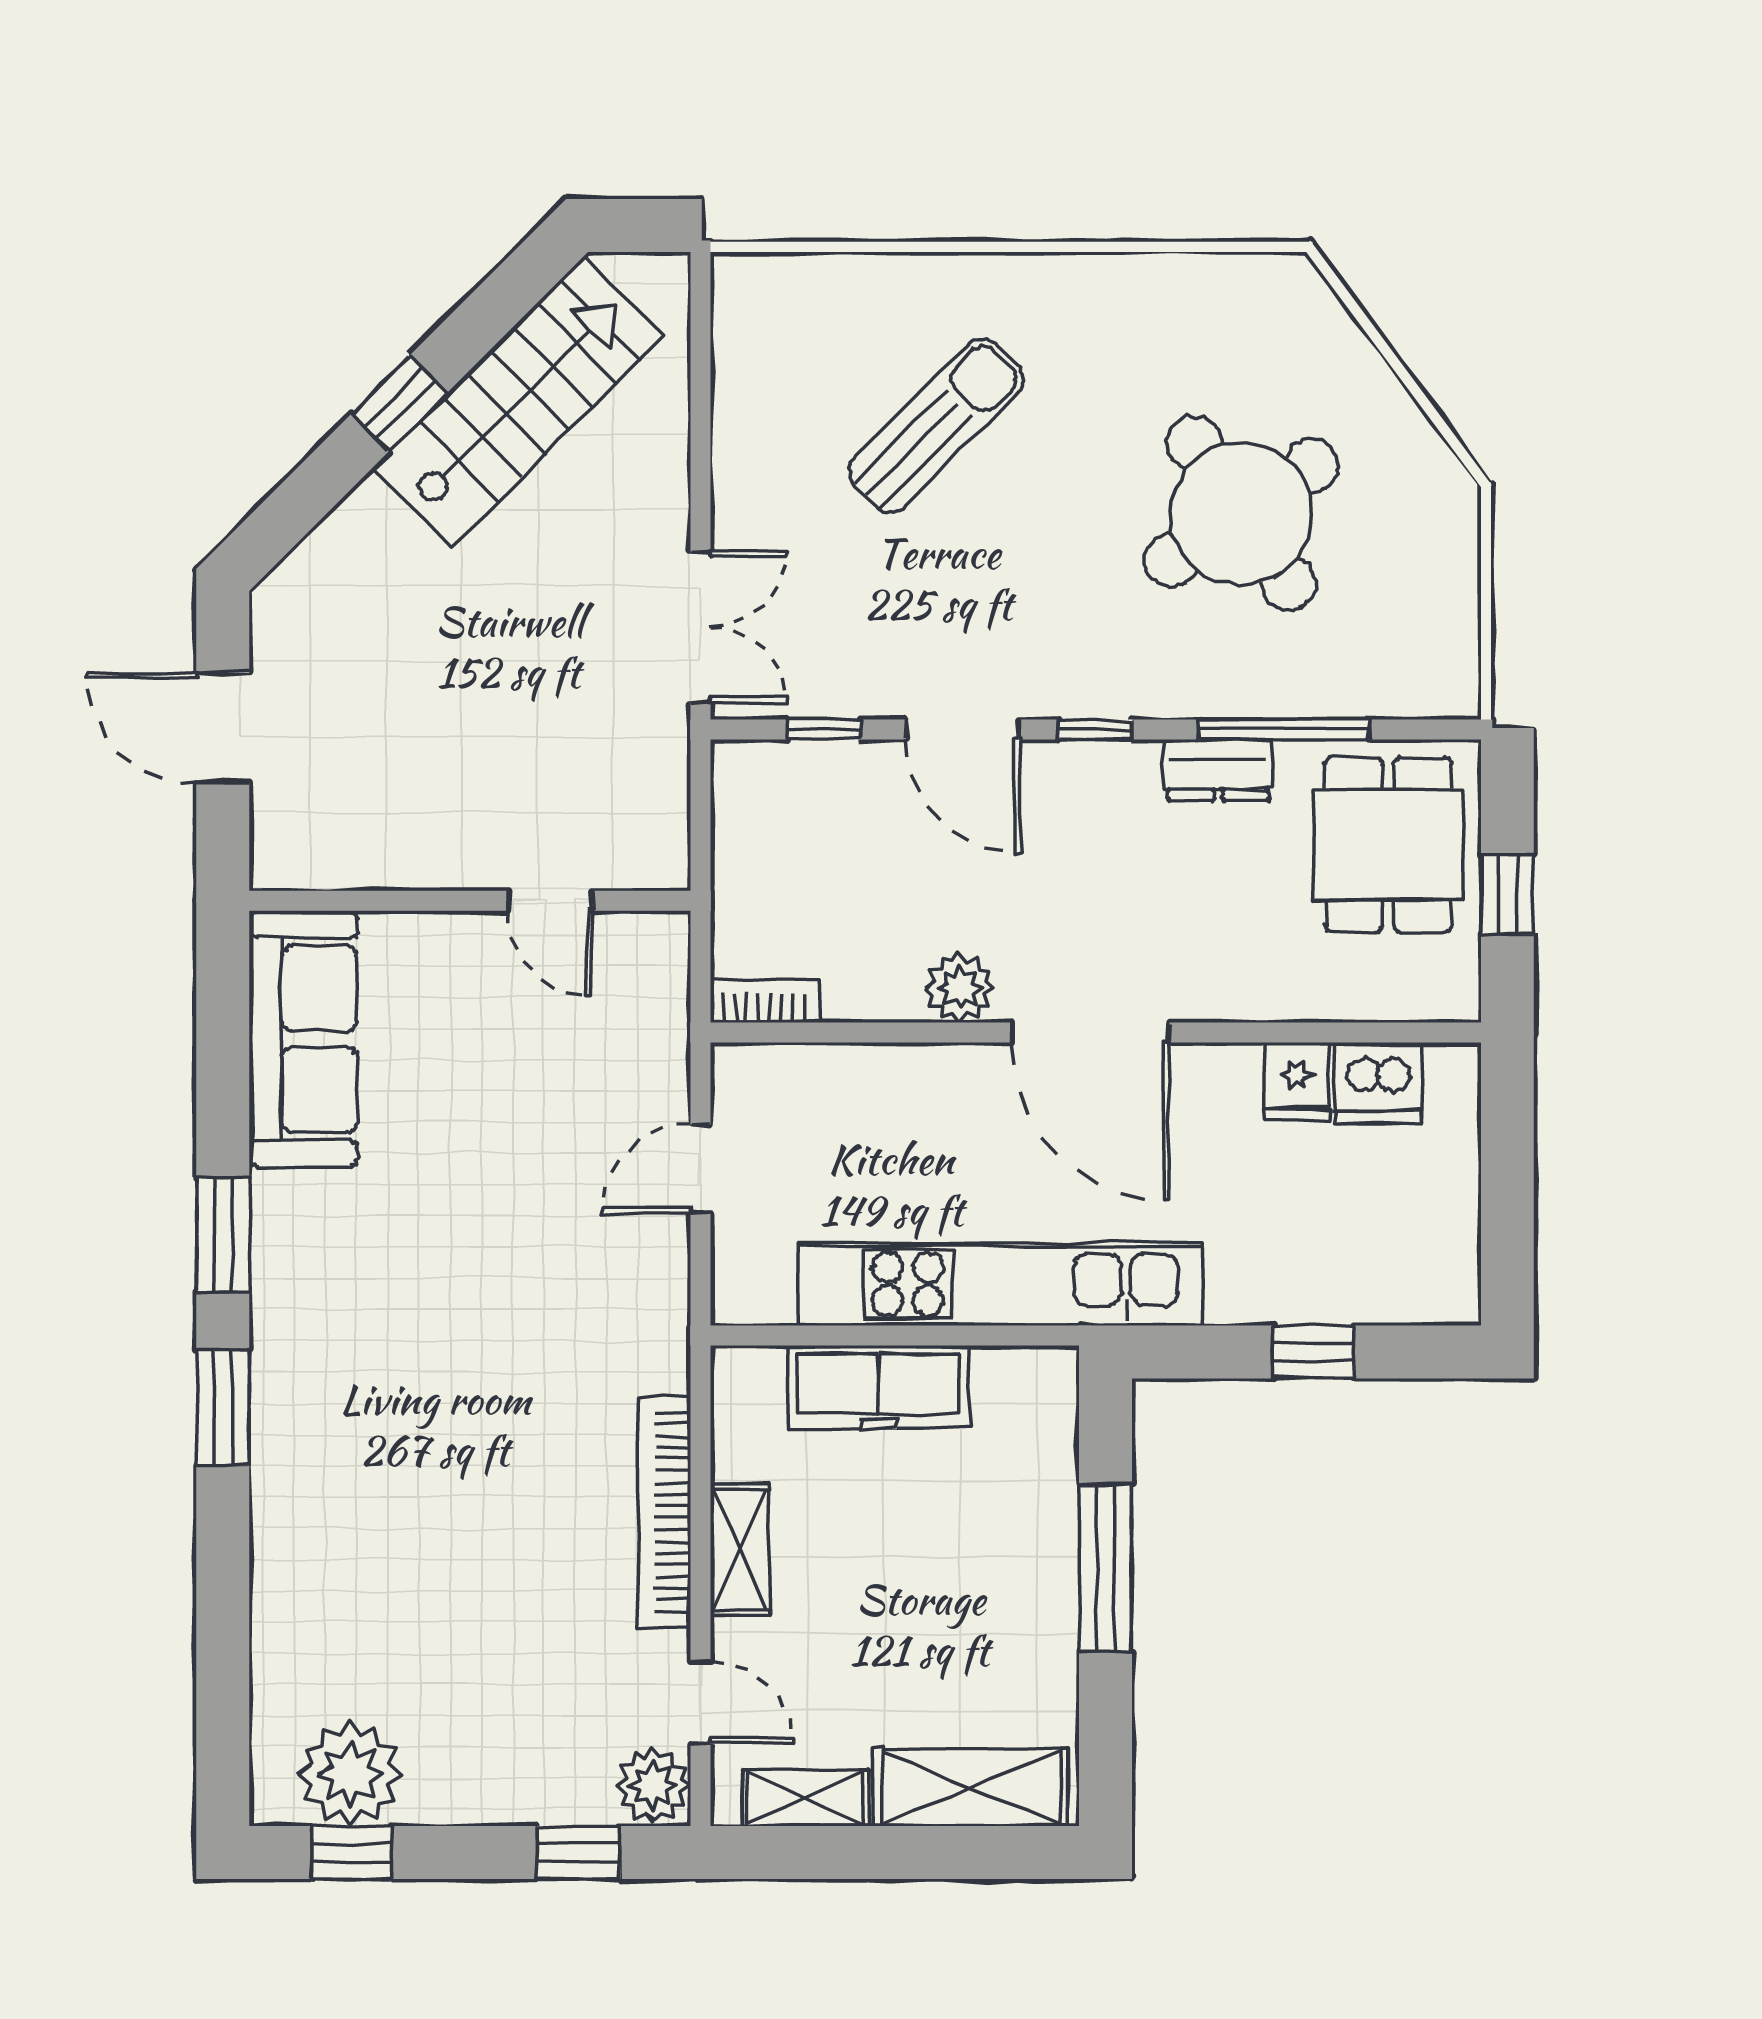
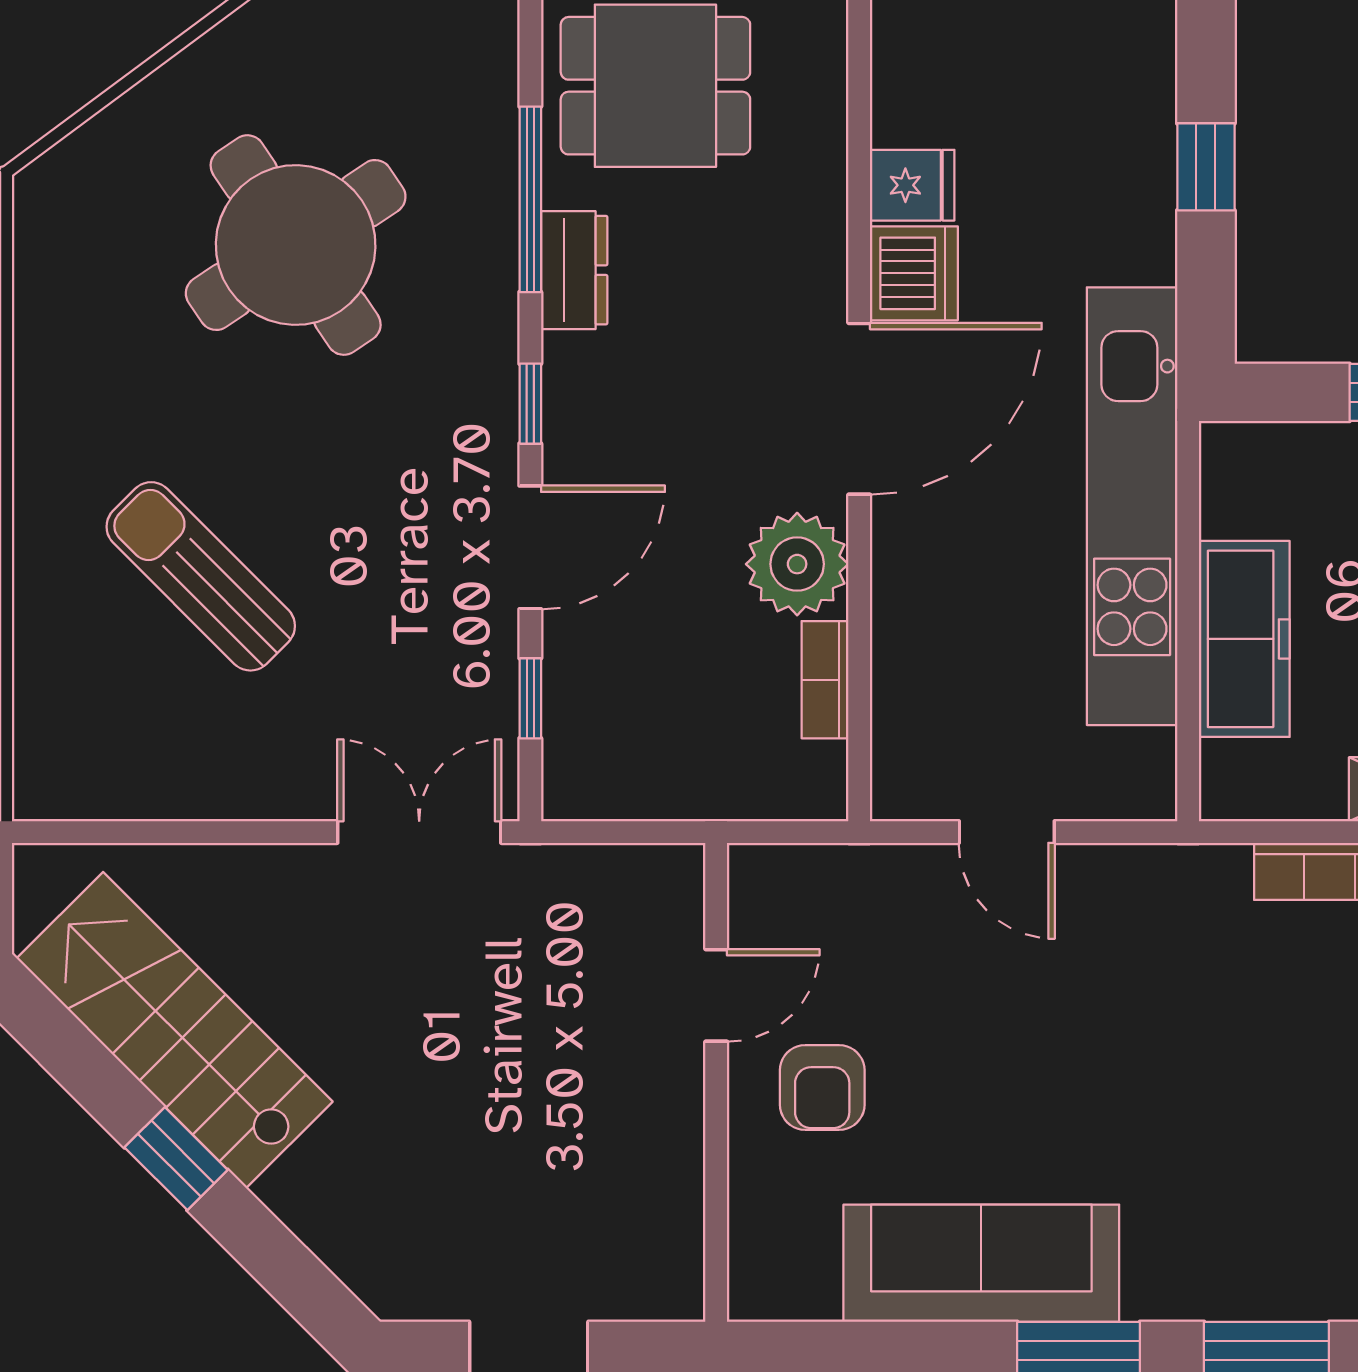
plant: (960, 988) -> (797, 564), width x1.36, depth x1.36
armchair: (465, 998) -> (822, 1087), added
bookcase: (764, 1001) -> (825, 680), moved
sofa: (303, 1039) -> (981, 1263), moved
dishwasher: (1378, 1083) -> (914, 273), moved

